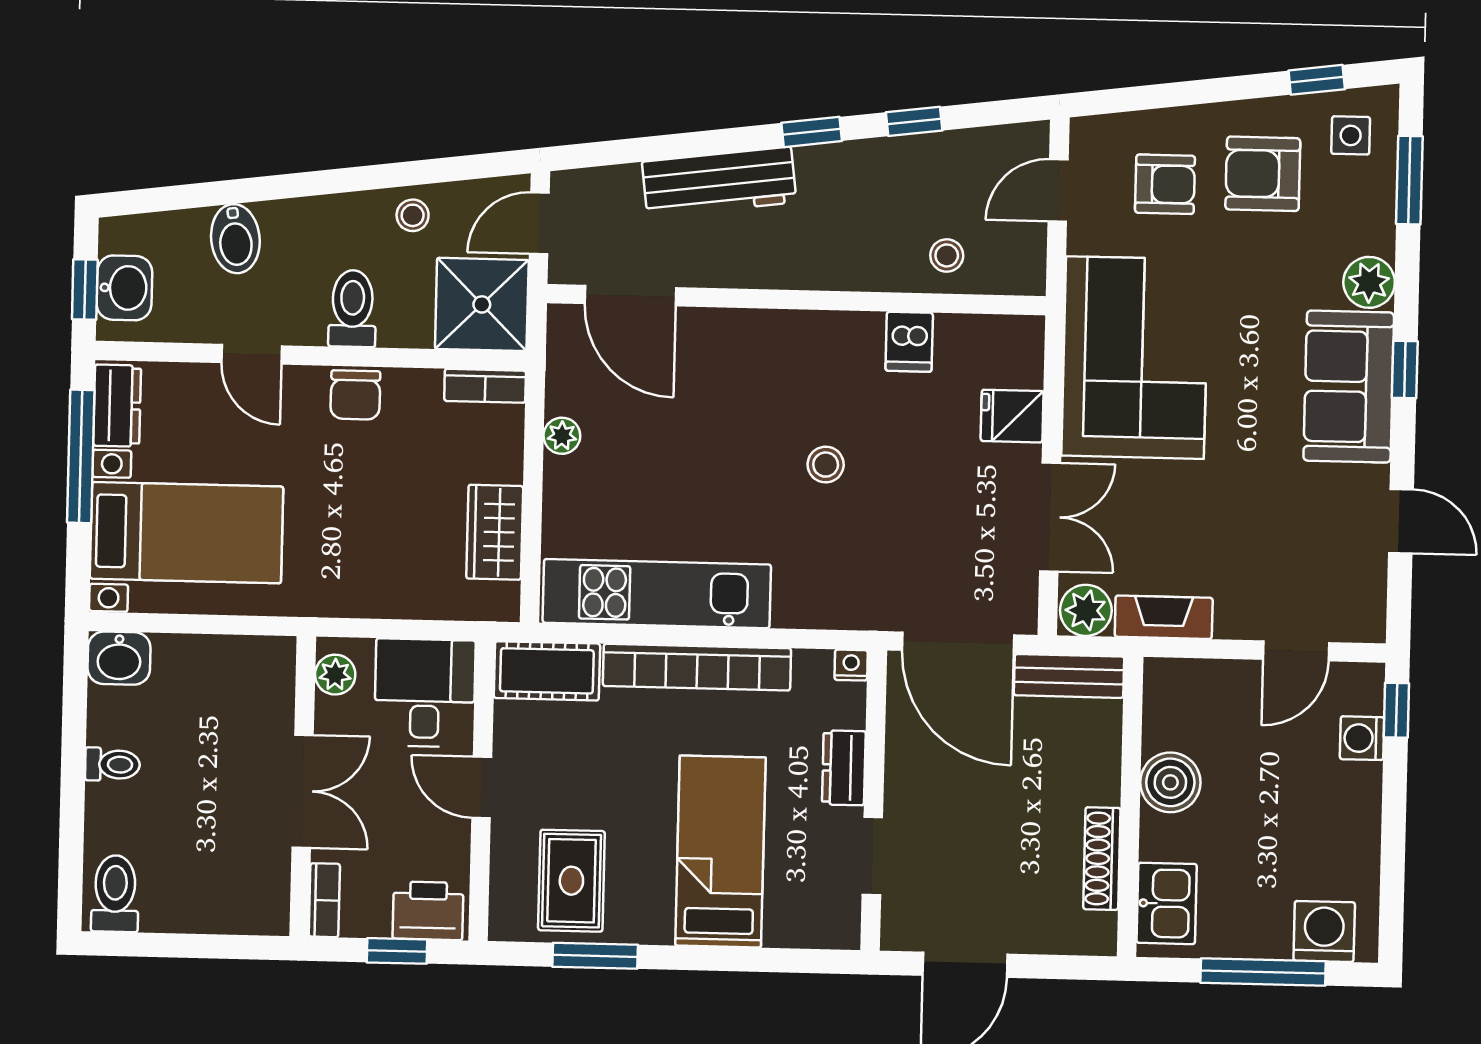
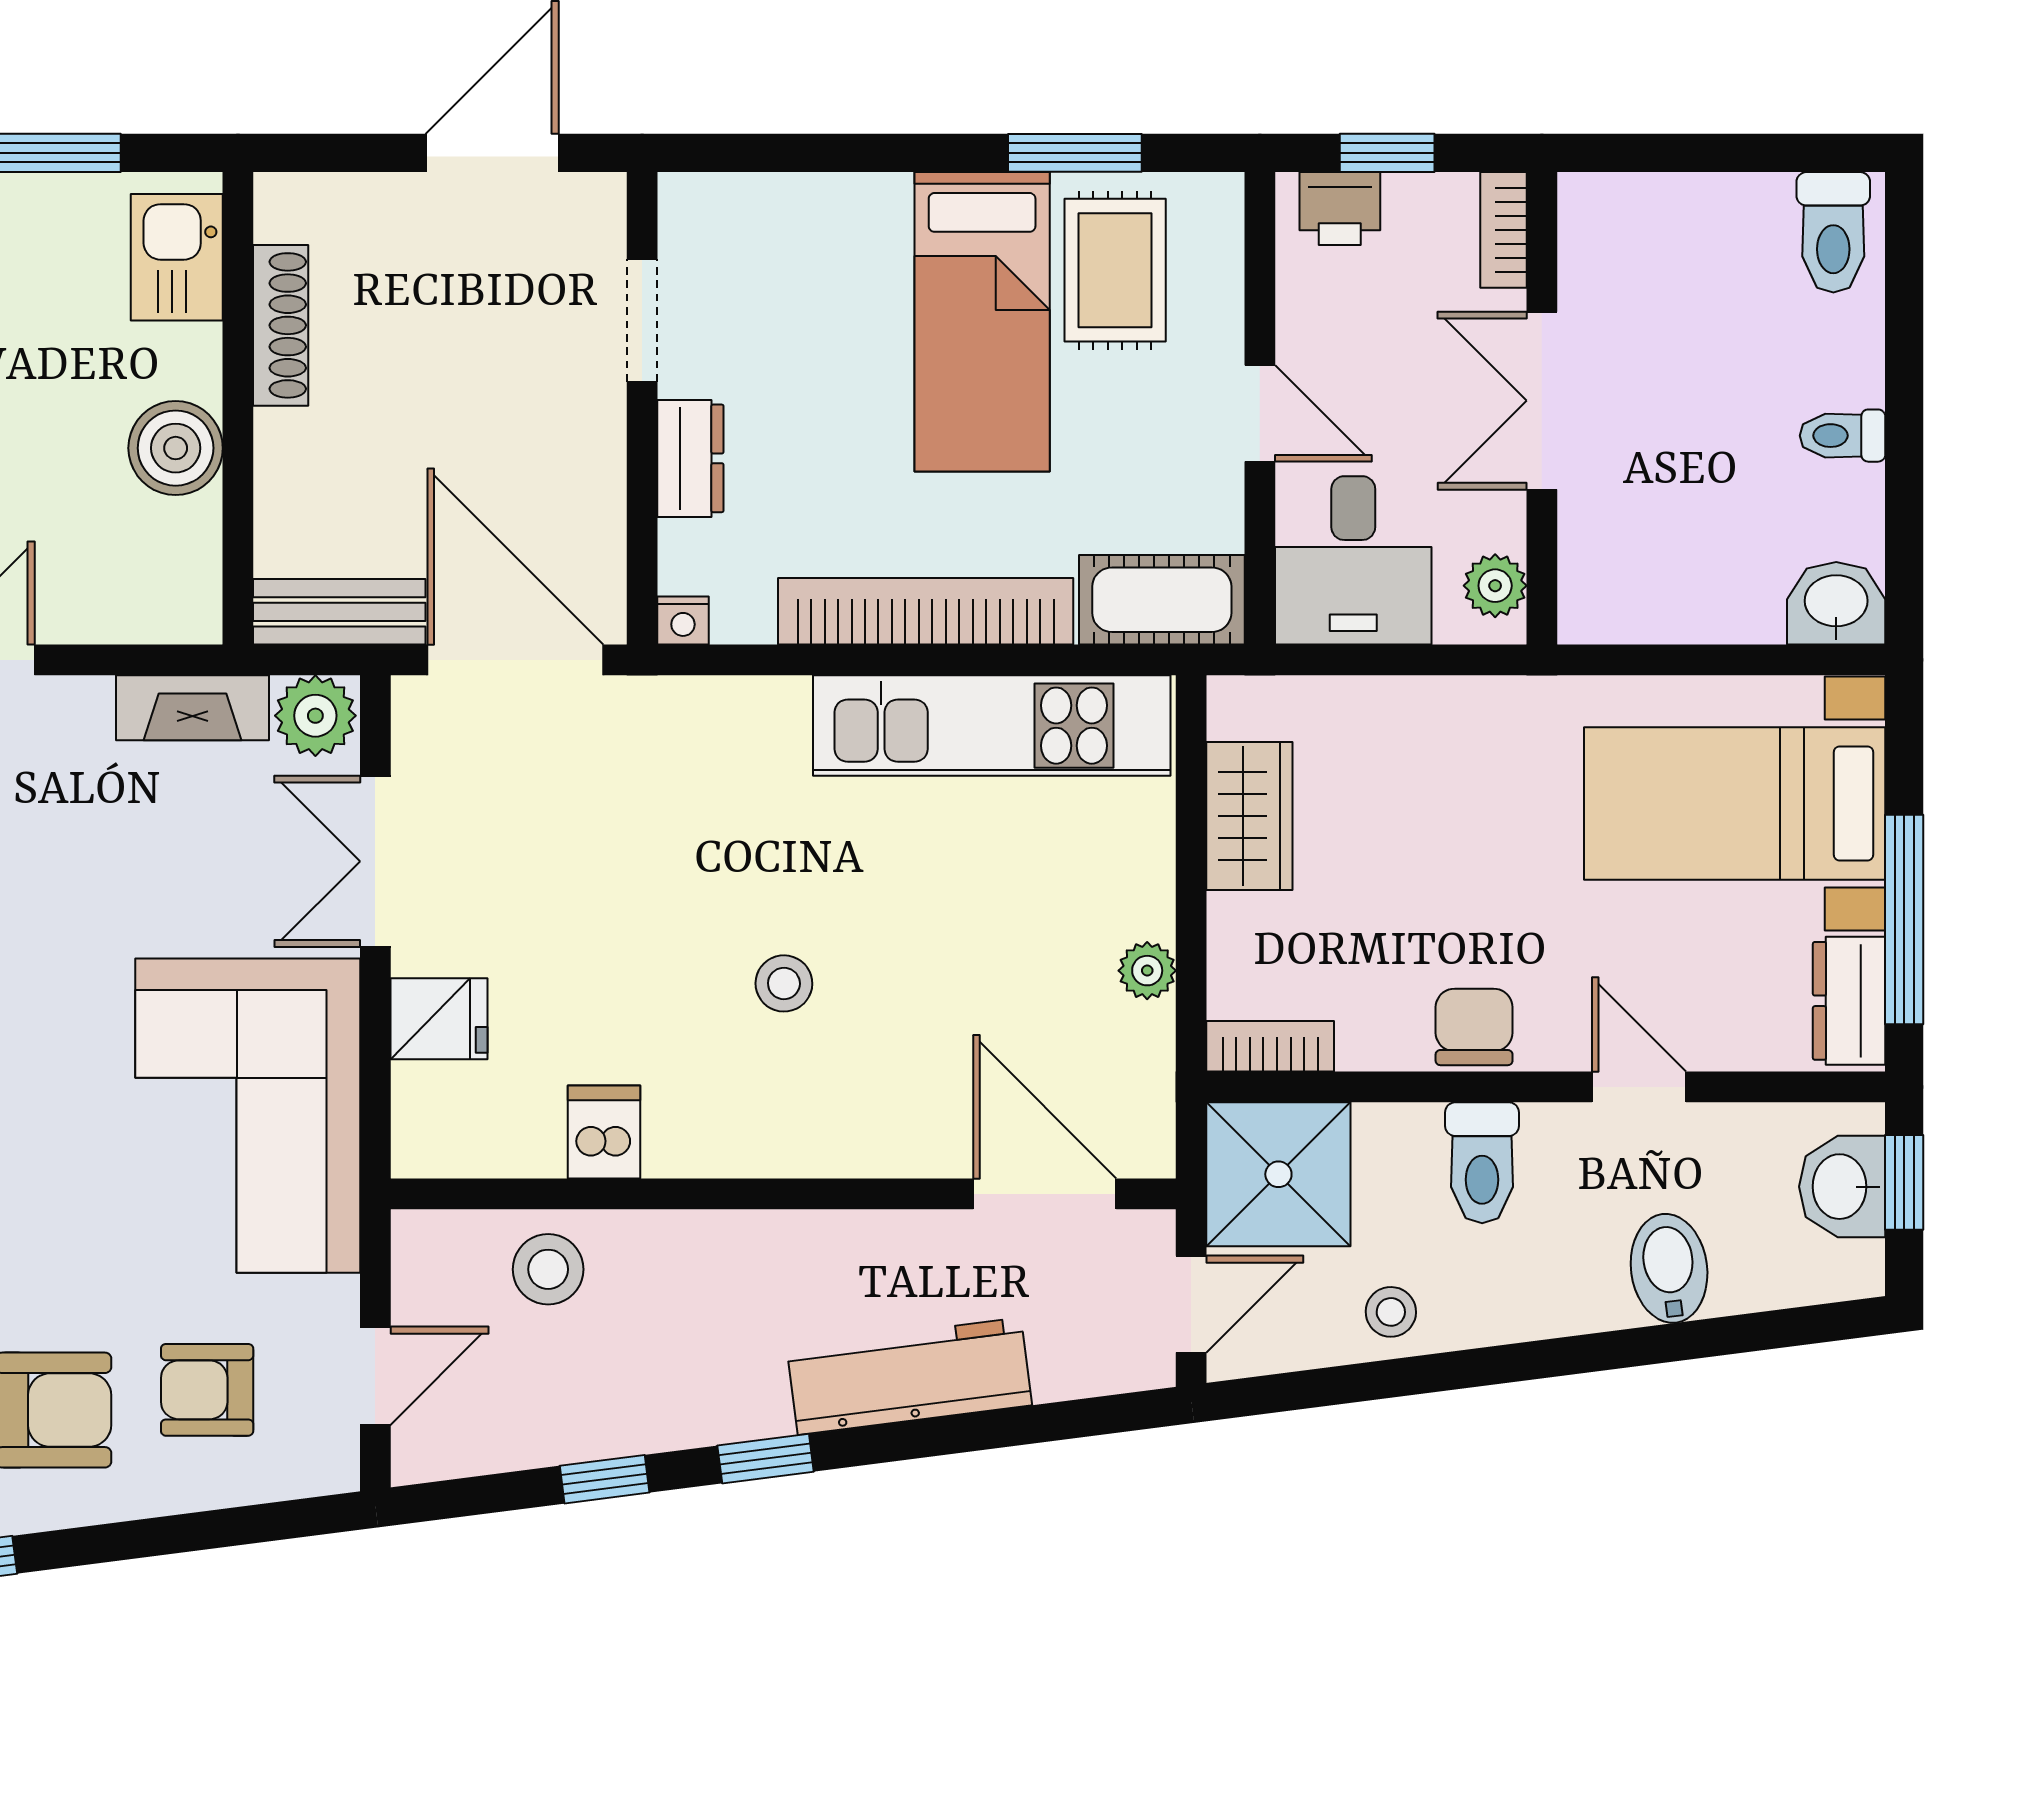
stool: (947, 255) -> (548, 1269), width x1.37, depth x1.37
stool: (826, 465) -> (784, 983), moved
bed: (720, 852) -> (982, 322), moved
printer: (428, 911) -> (1340, 209), width x0.73, depth x0.81

